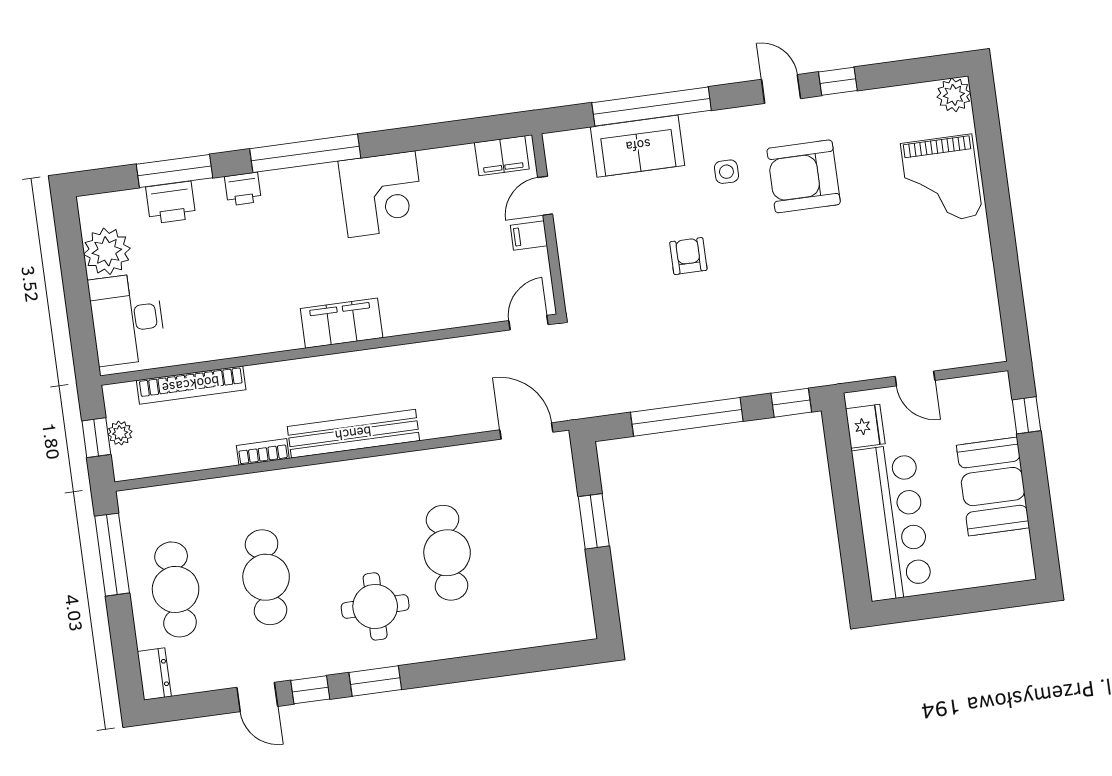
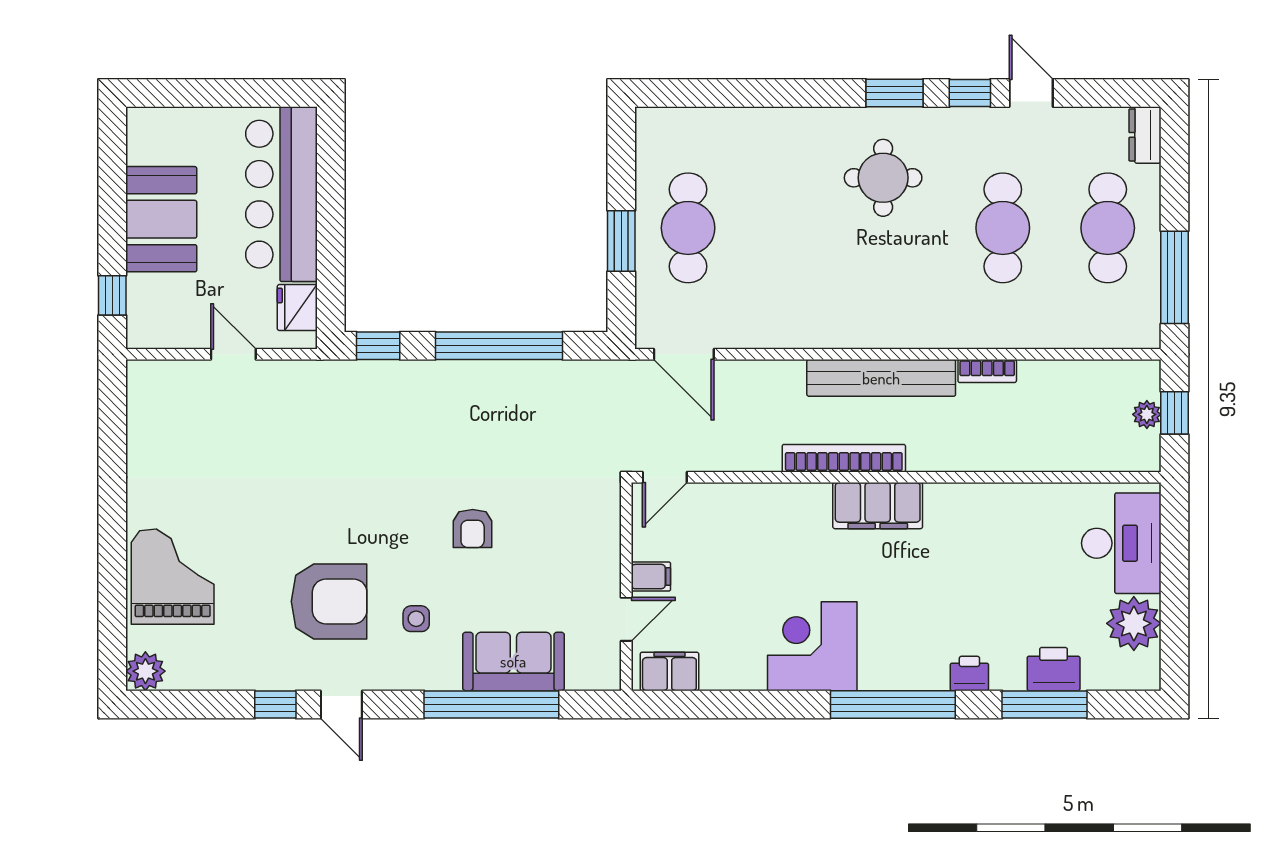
bookcase: (191, 385) -> (844, 458), moved
cafe table: (447, 553) -> (688, 228), moved

